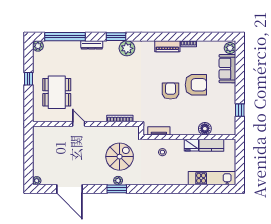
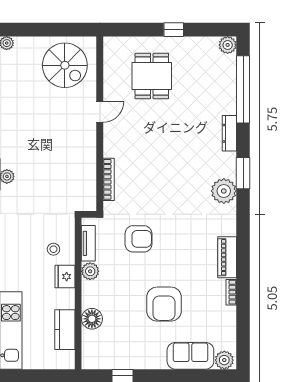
armchair: (171, 91) -> (138, 239), moved
dining table: (57, 92) -> (152, 76), width x0.73
plant: (176, 130) -> (90, 271), added
fridge: (191, 145) -> (65, 277), moved
spiral stairs: (120, 157) -> (65, 65), moved

